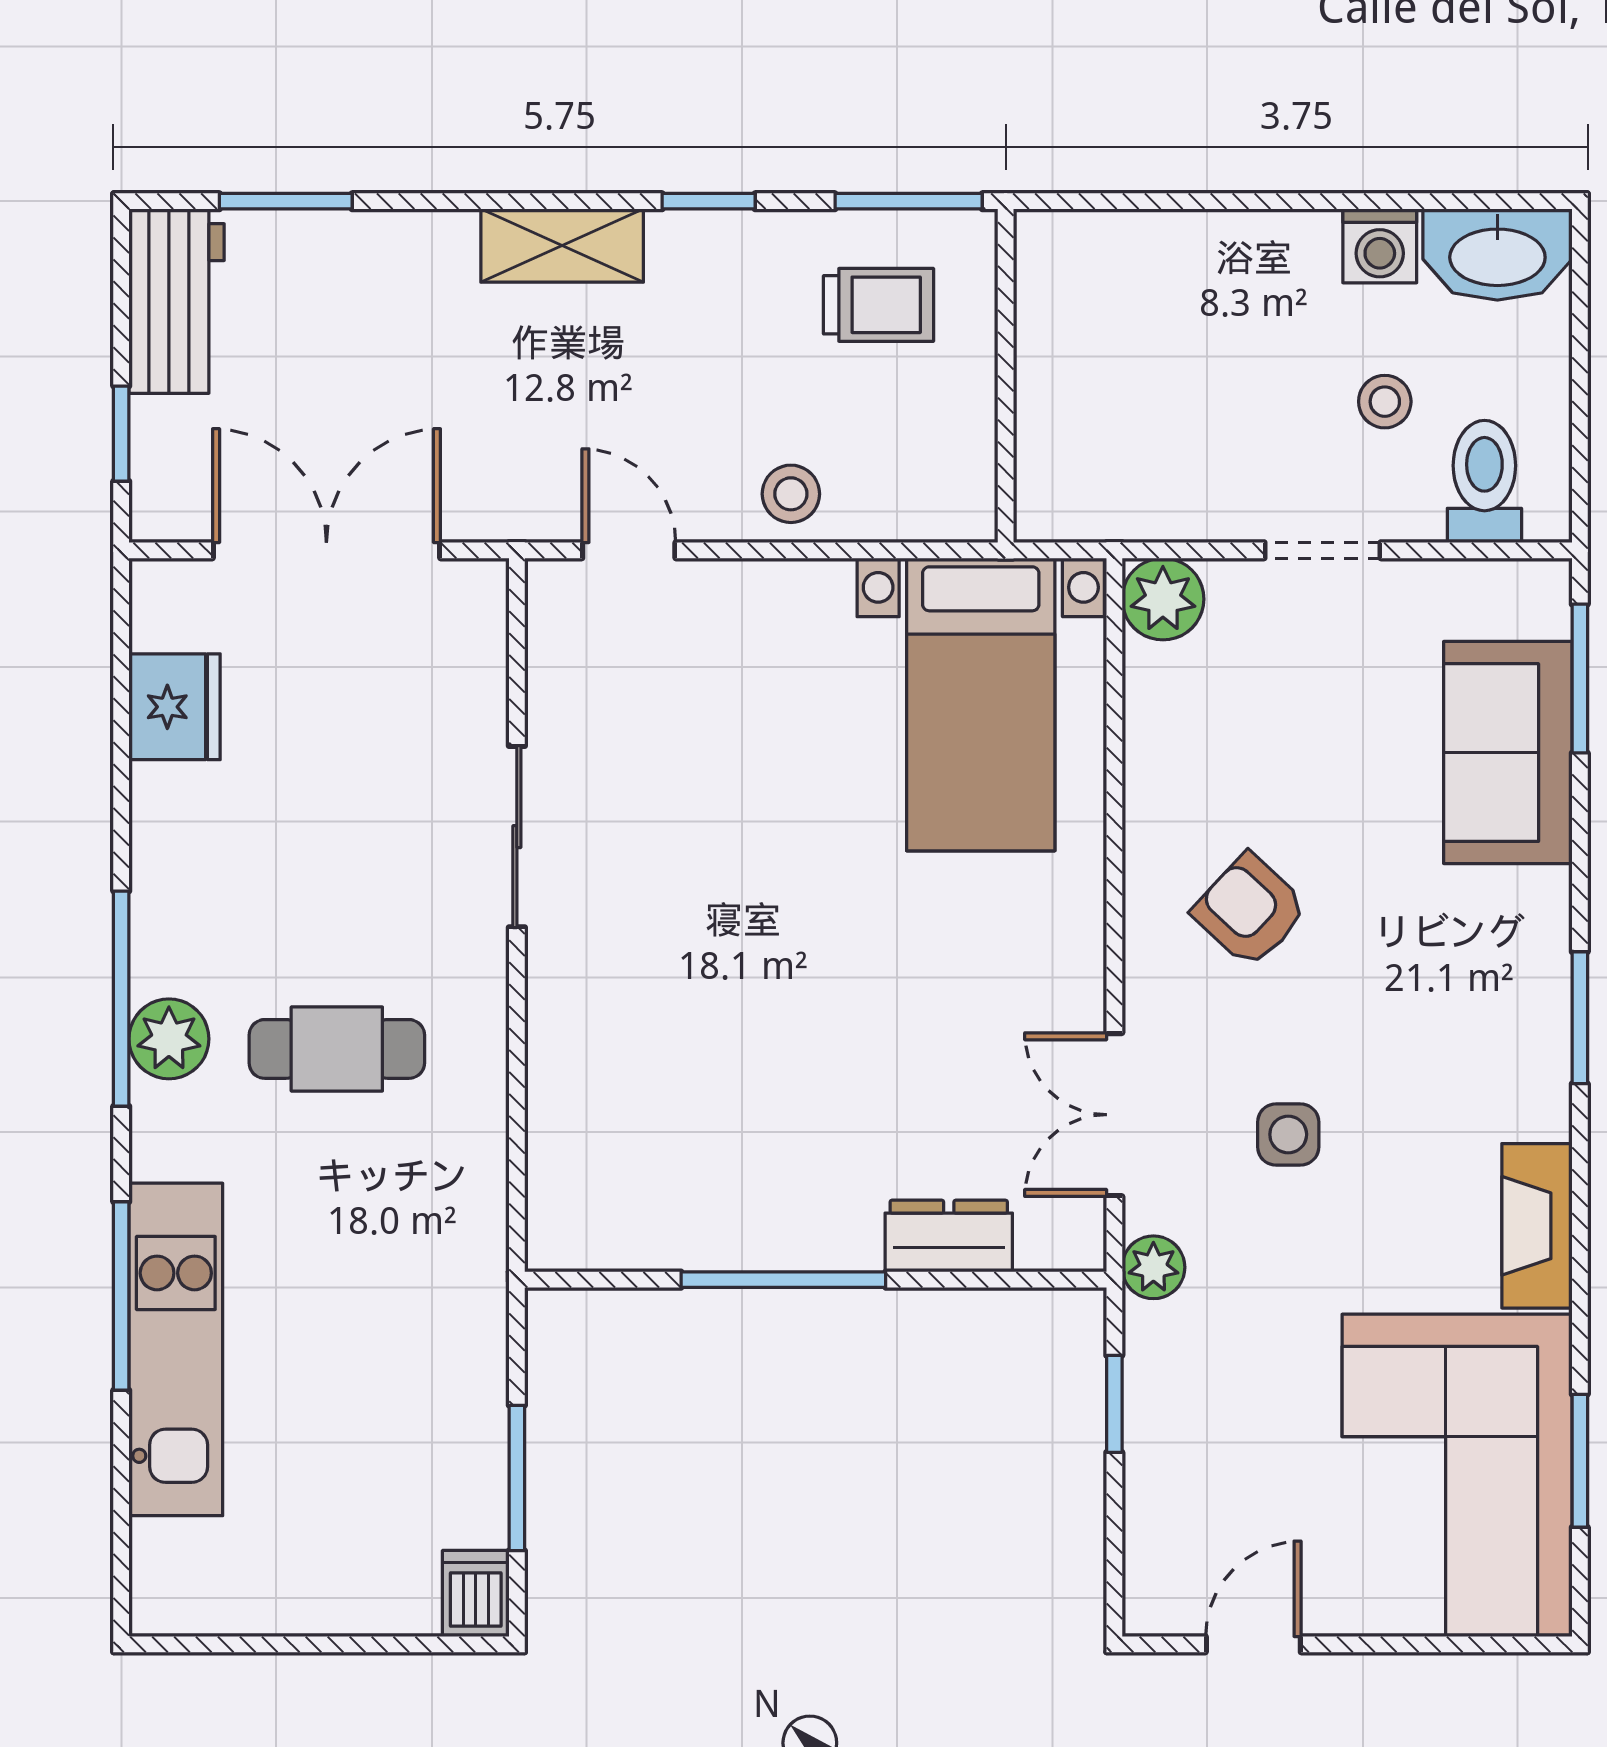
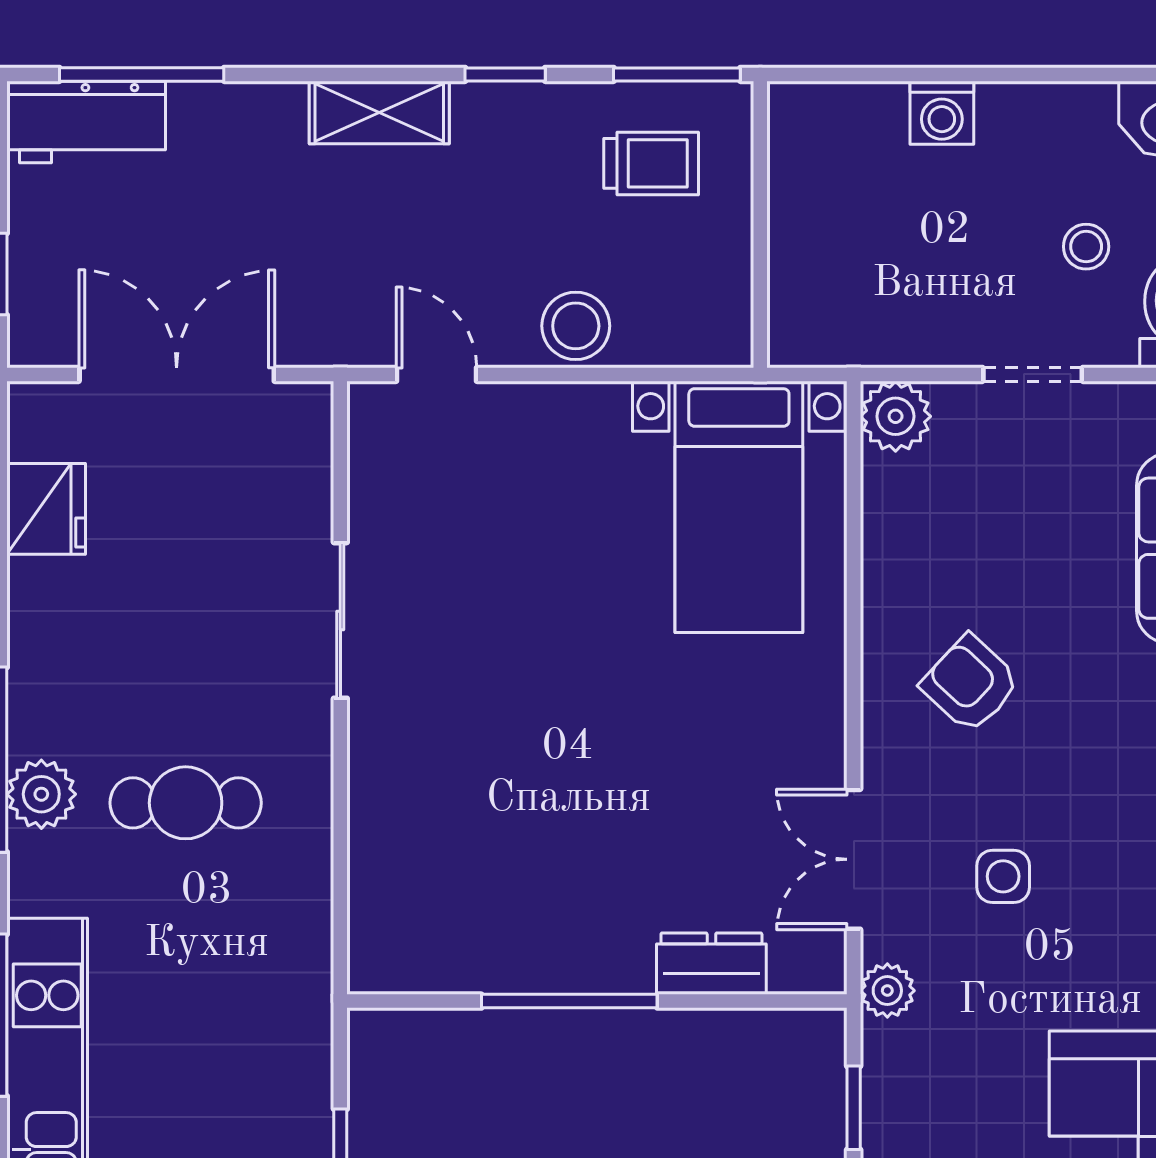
window: (286, 201) -> (142, 74), width x1.44
washing machine: (1380, 246) -> (942, 113), moved
workbench: (177, 301) -> (86, 122), moved, turned 90
stool: (791, 494) -> (576, 326), width x1.37, depth x1.37

